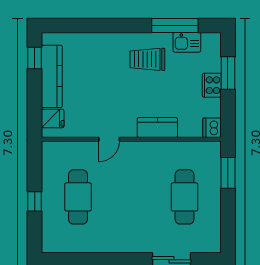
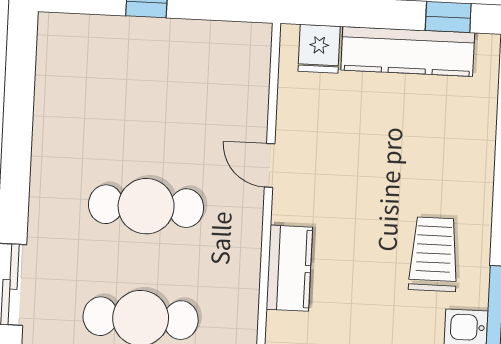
cafe table: (78, 197) -> (146, 206), moved

